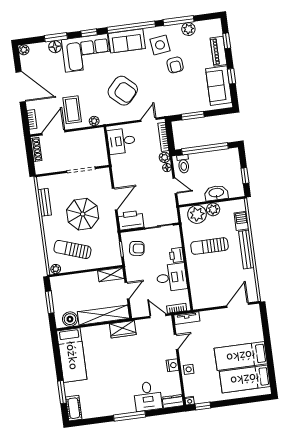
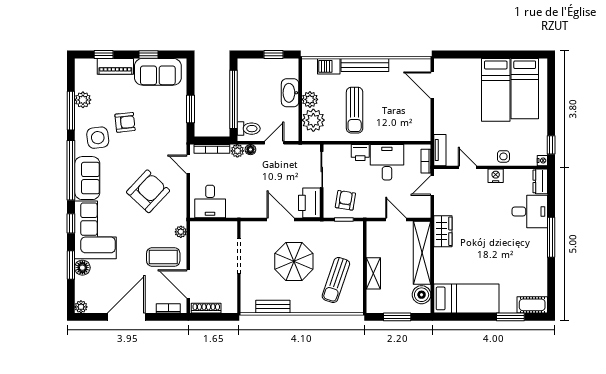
plant: (56, 269) -> (357, 304), removed
shelving: (111, 275) -> (373, 273), moved

